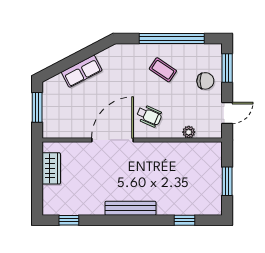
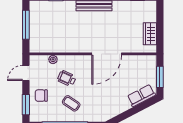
row of seats: (82, 71) -> (141, 96), moved
wheelchair: (149, 116) -> (67, 78), moved
window: (227, 181) -> (26, 25), width x1.44

